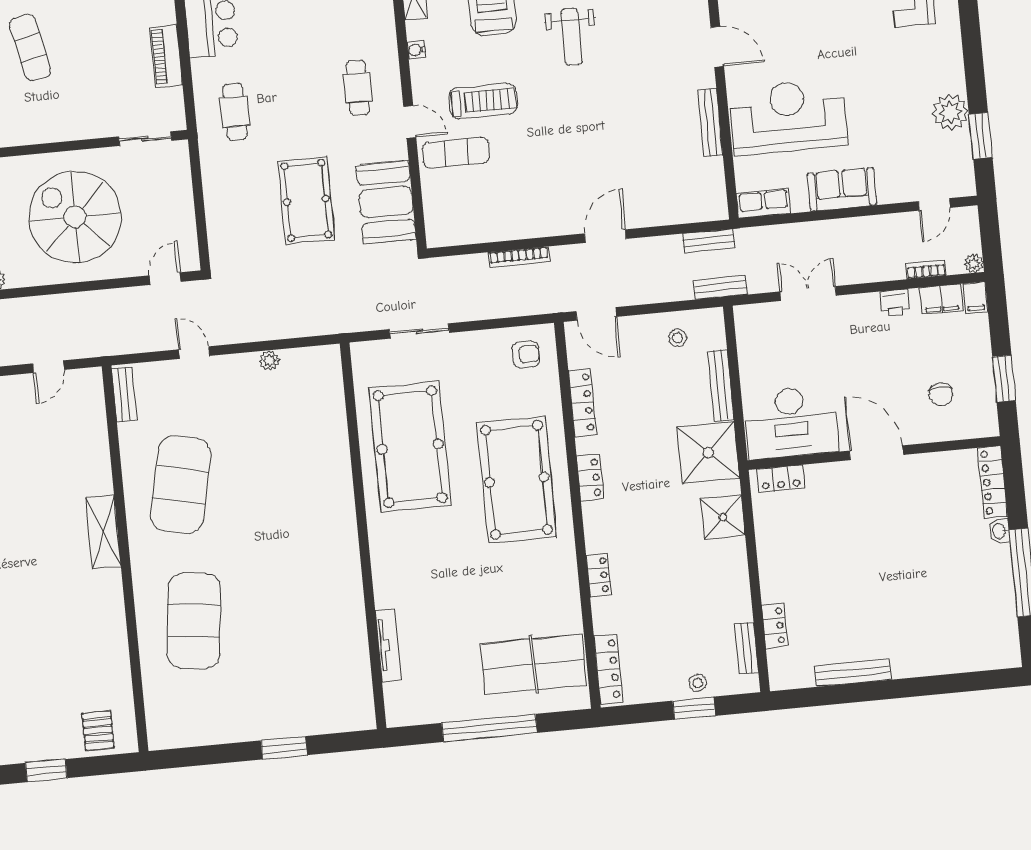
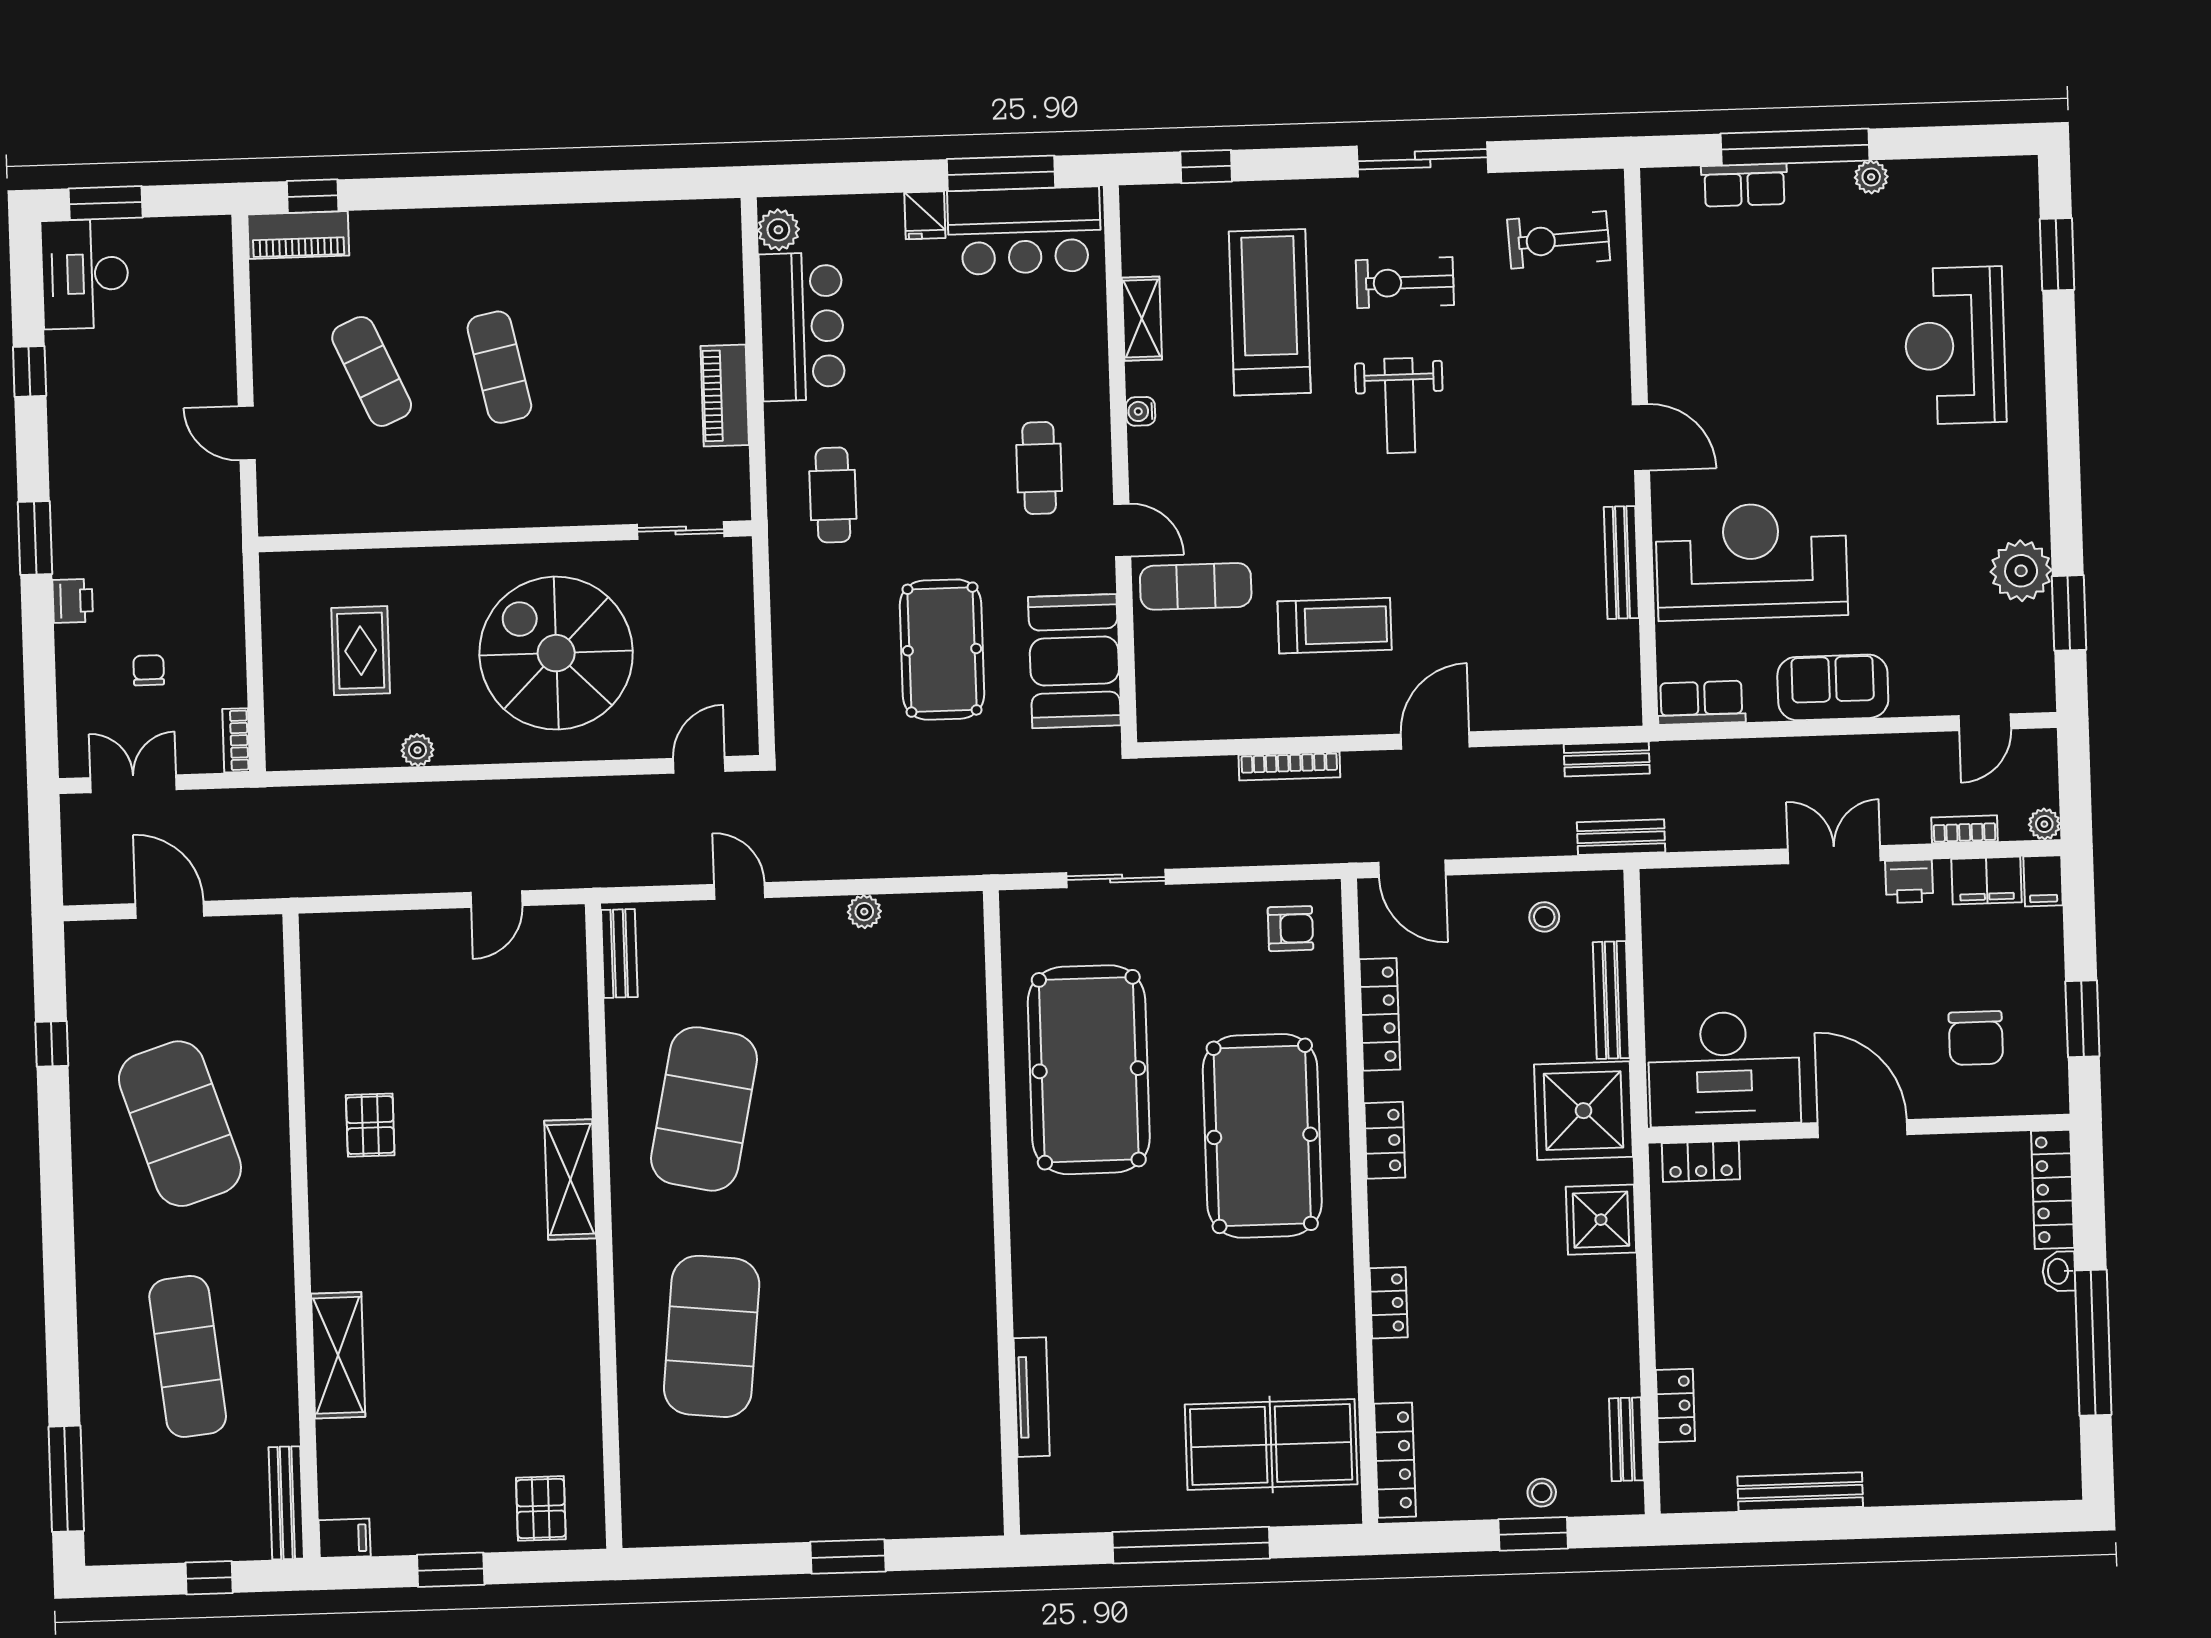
treadmill: (483, 101) -> (1335, 626), moved
double door: (808, 294) -> (1834, 855), moved
chair: (941, 394) -> (1976, 1038), width x1.37, depth x1.37

